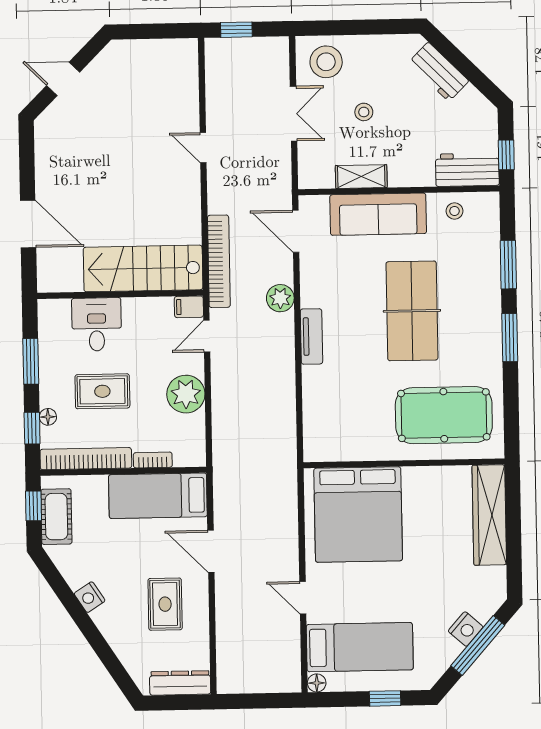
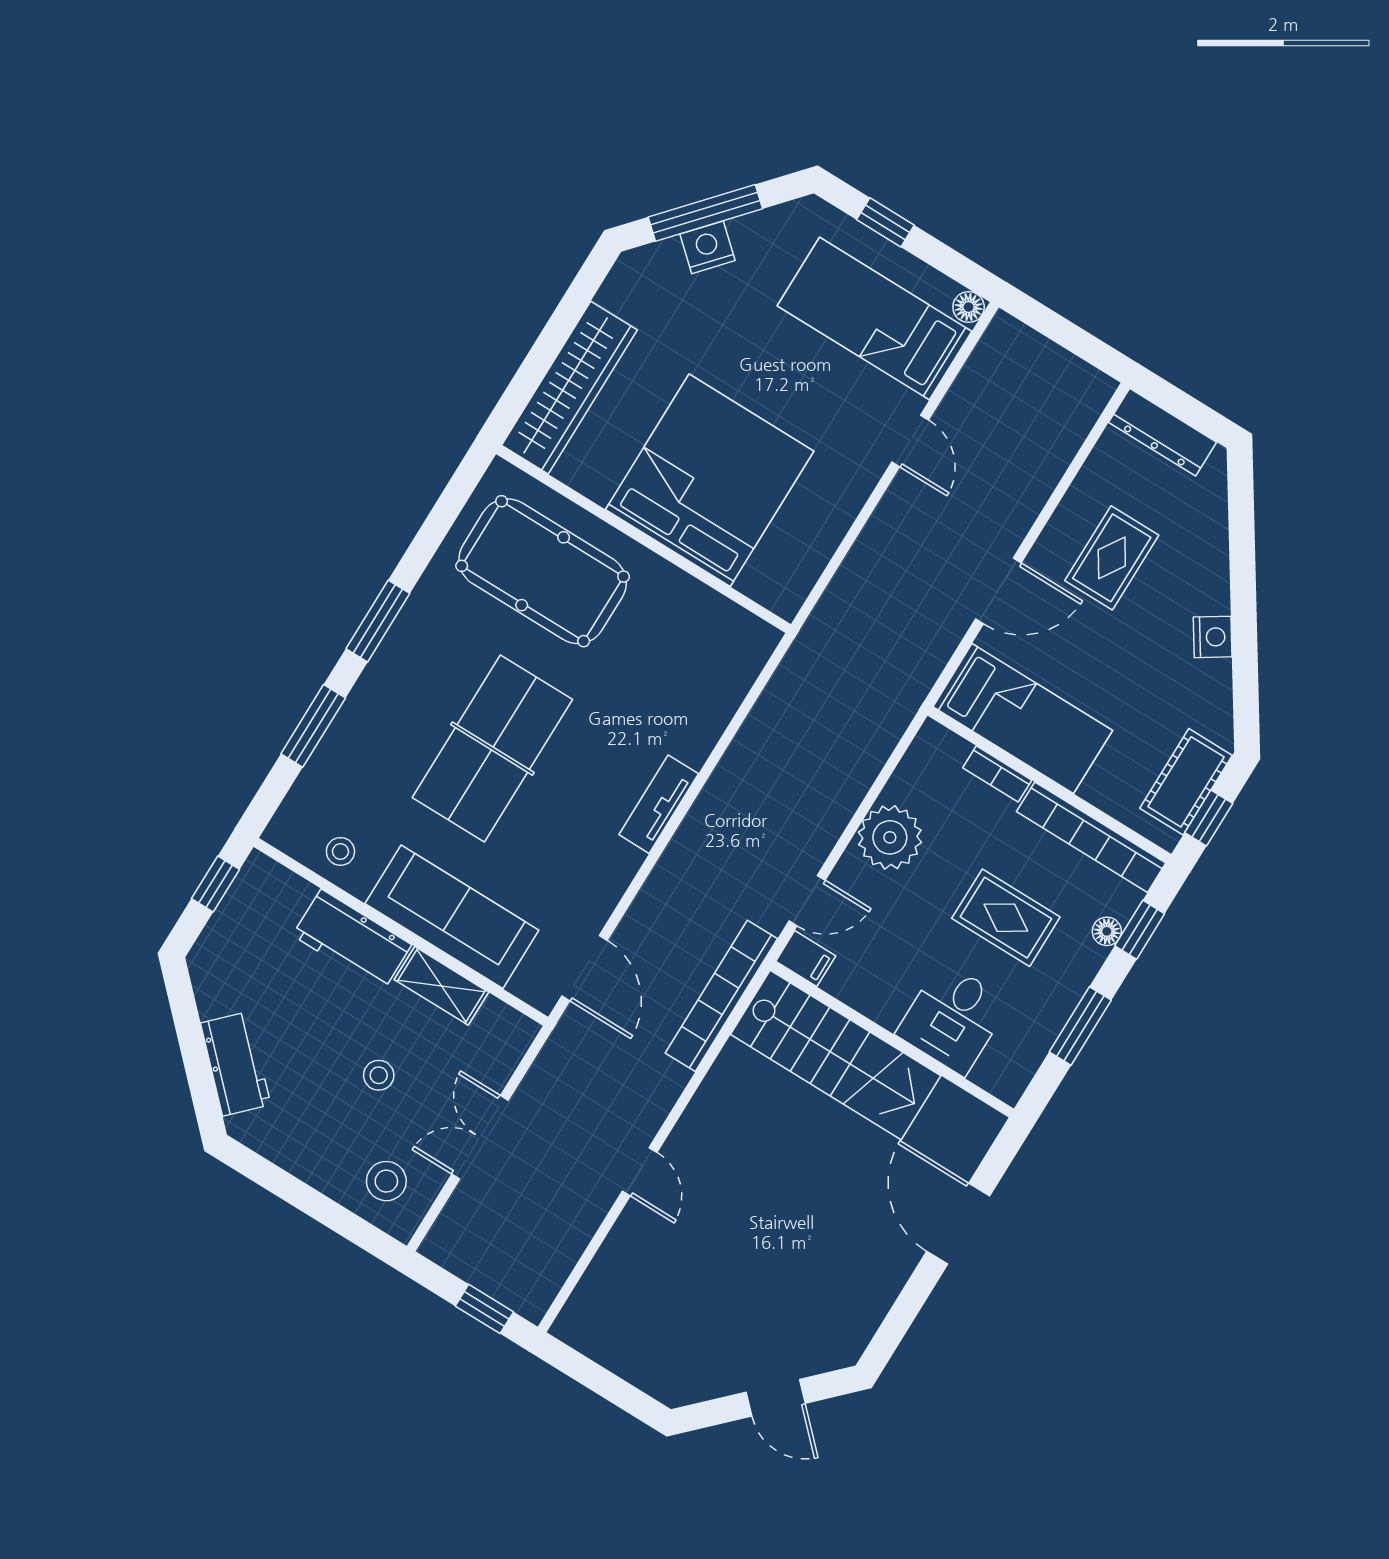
stool: (326, 62) -> (386, 1181), width x0.73, depth x0.73
workbench: (467, 170) -> (352, 940), moved
plant: (280, 298) -> (668, 887), removed
bed: (358, 514) -> (710, 480), moved
door: (211, 551) -> (998, 591), hinge flipped

